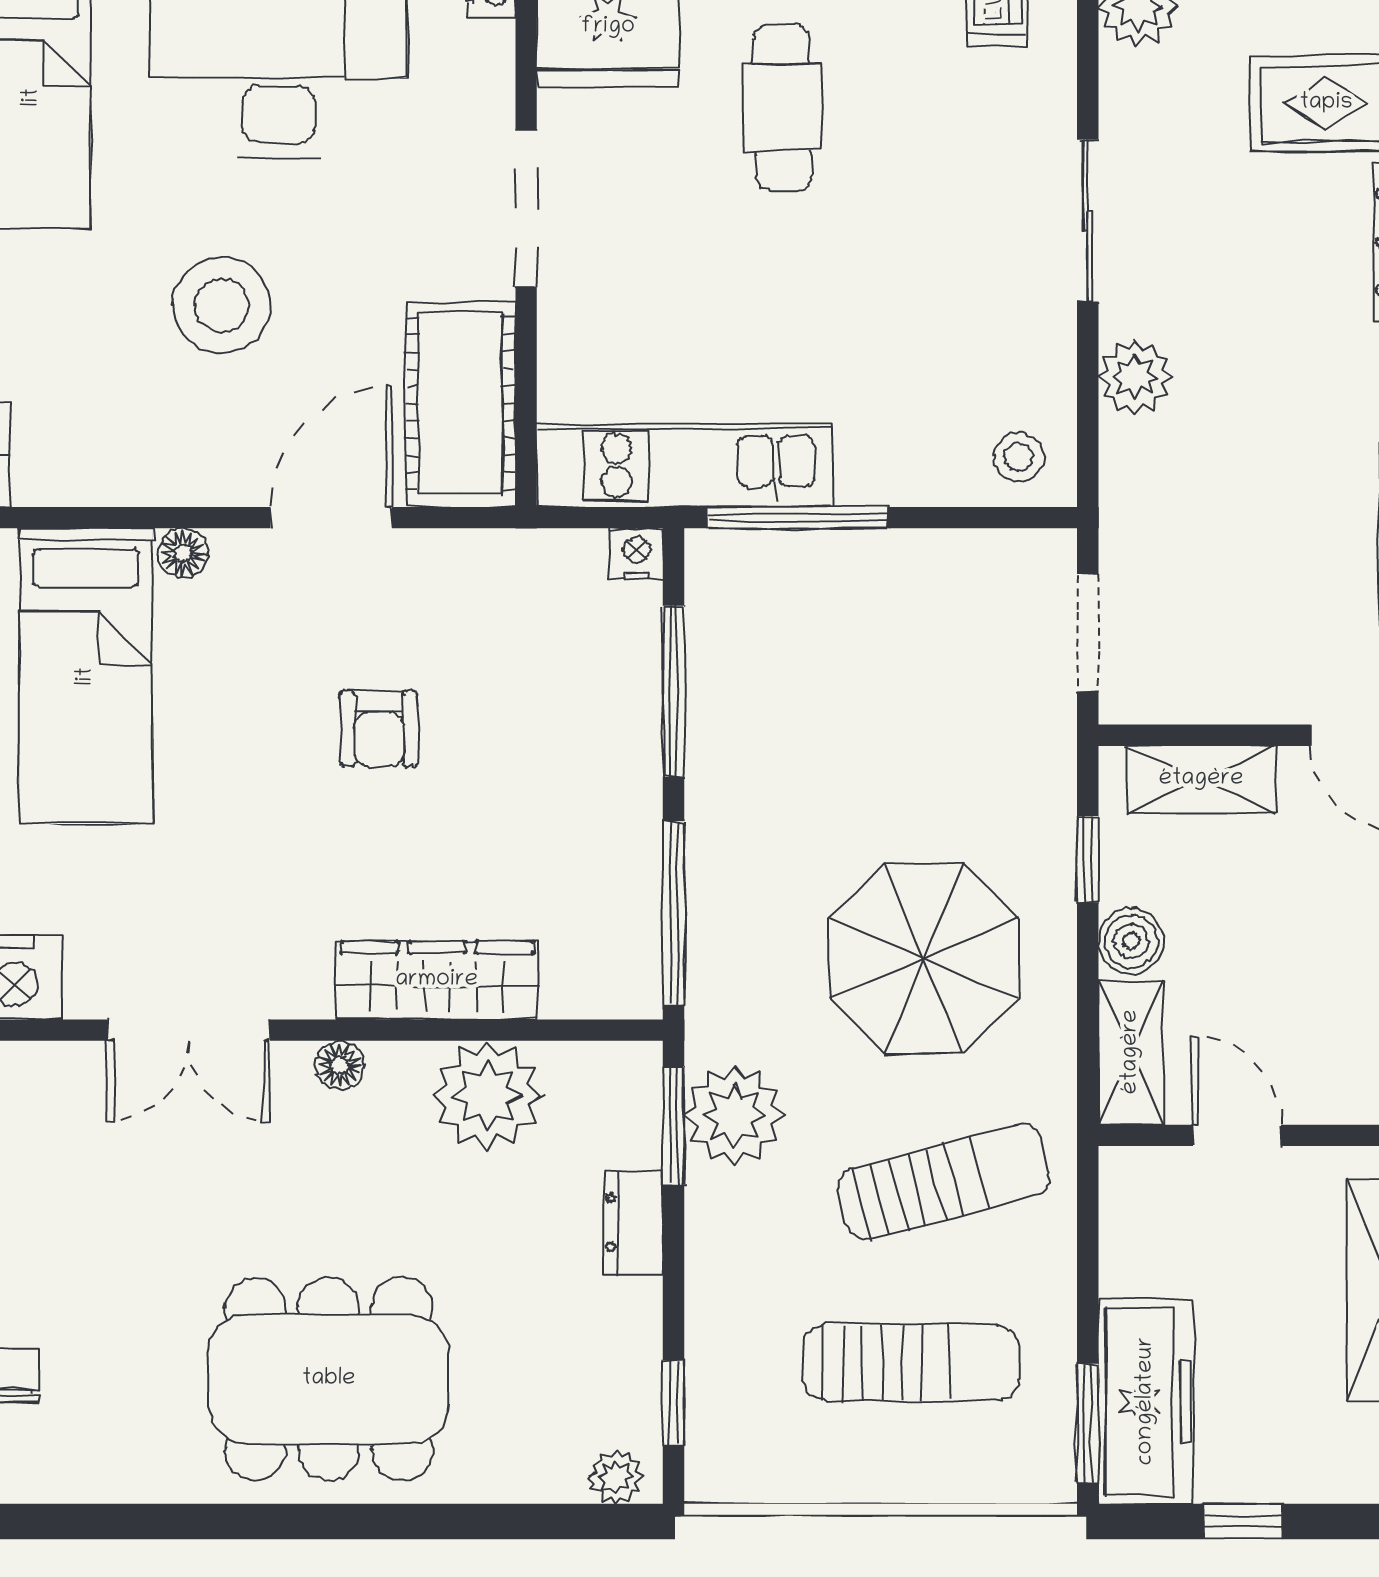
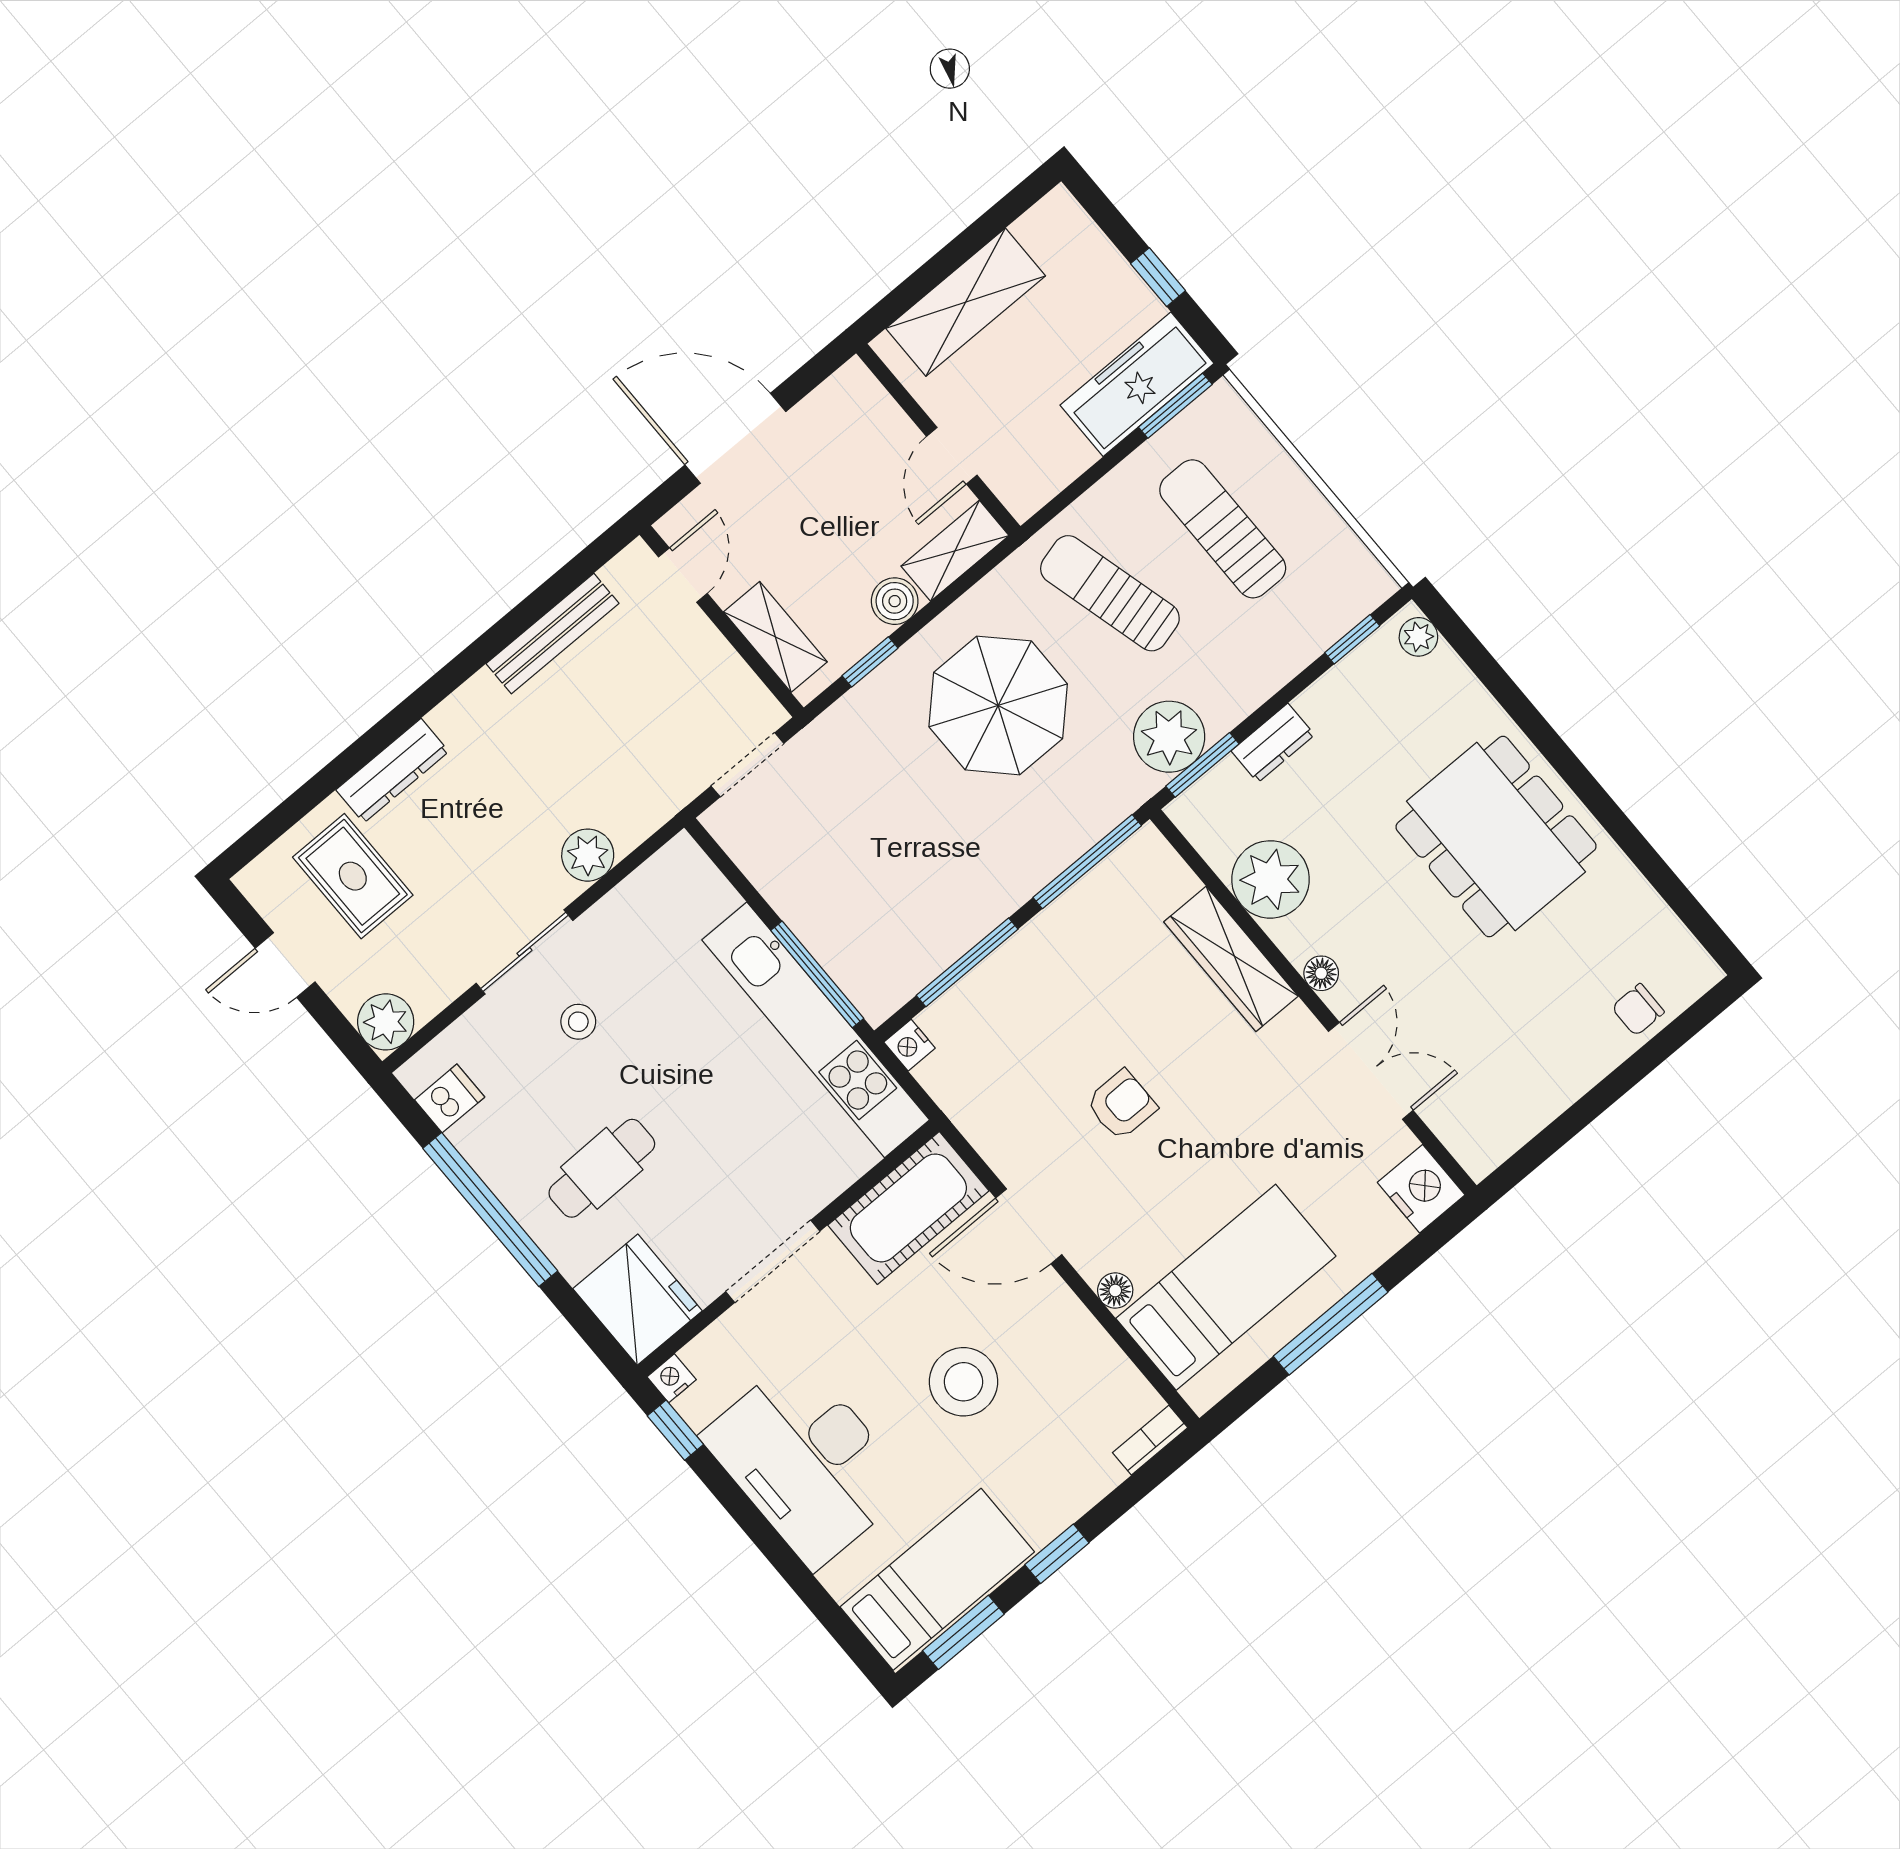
stool: (1019, 457) -> (578, 1022), moved
kitchen unit: (684, 465) -> (816, 1030), width x1.36

